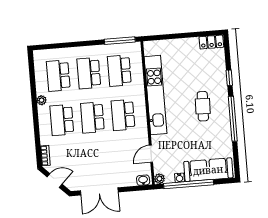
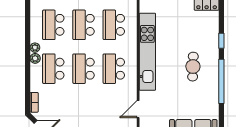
plant: (43, 111) -> (35, 58), added

